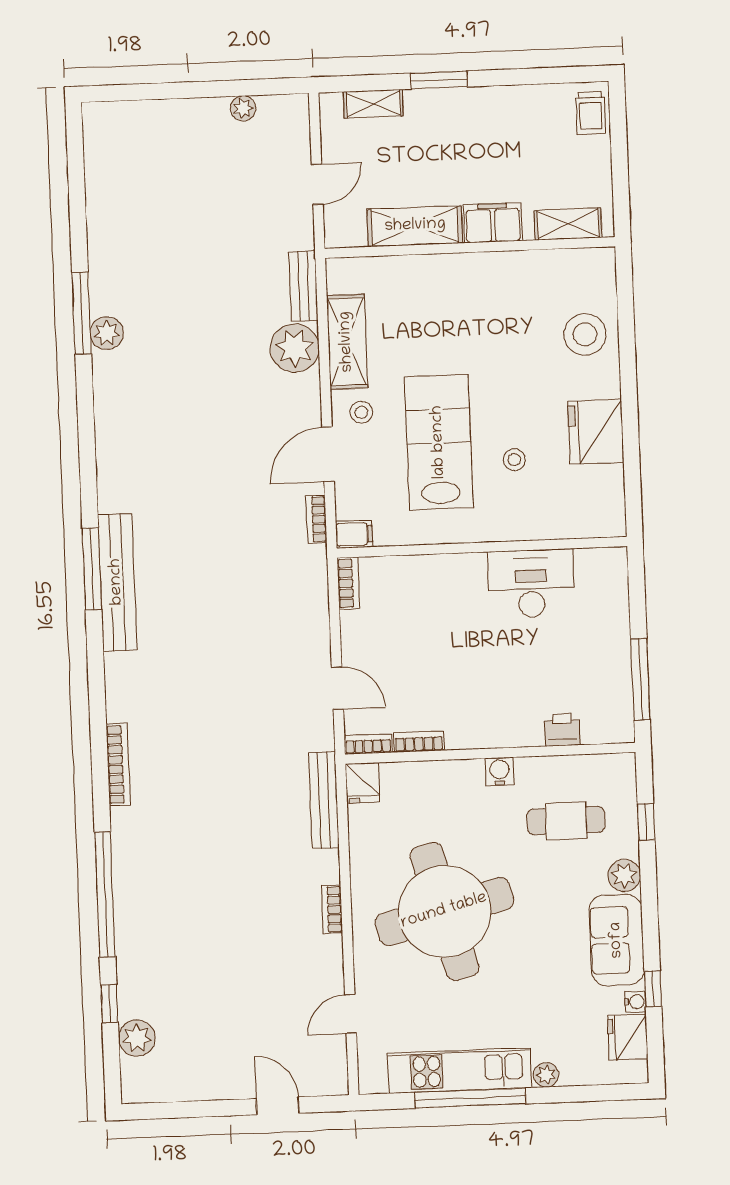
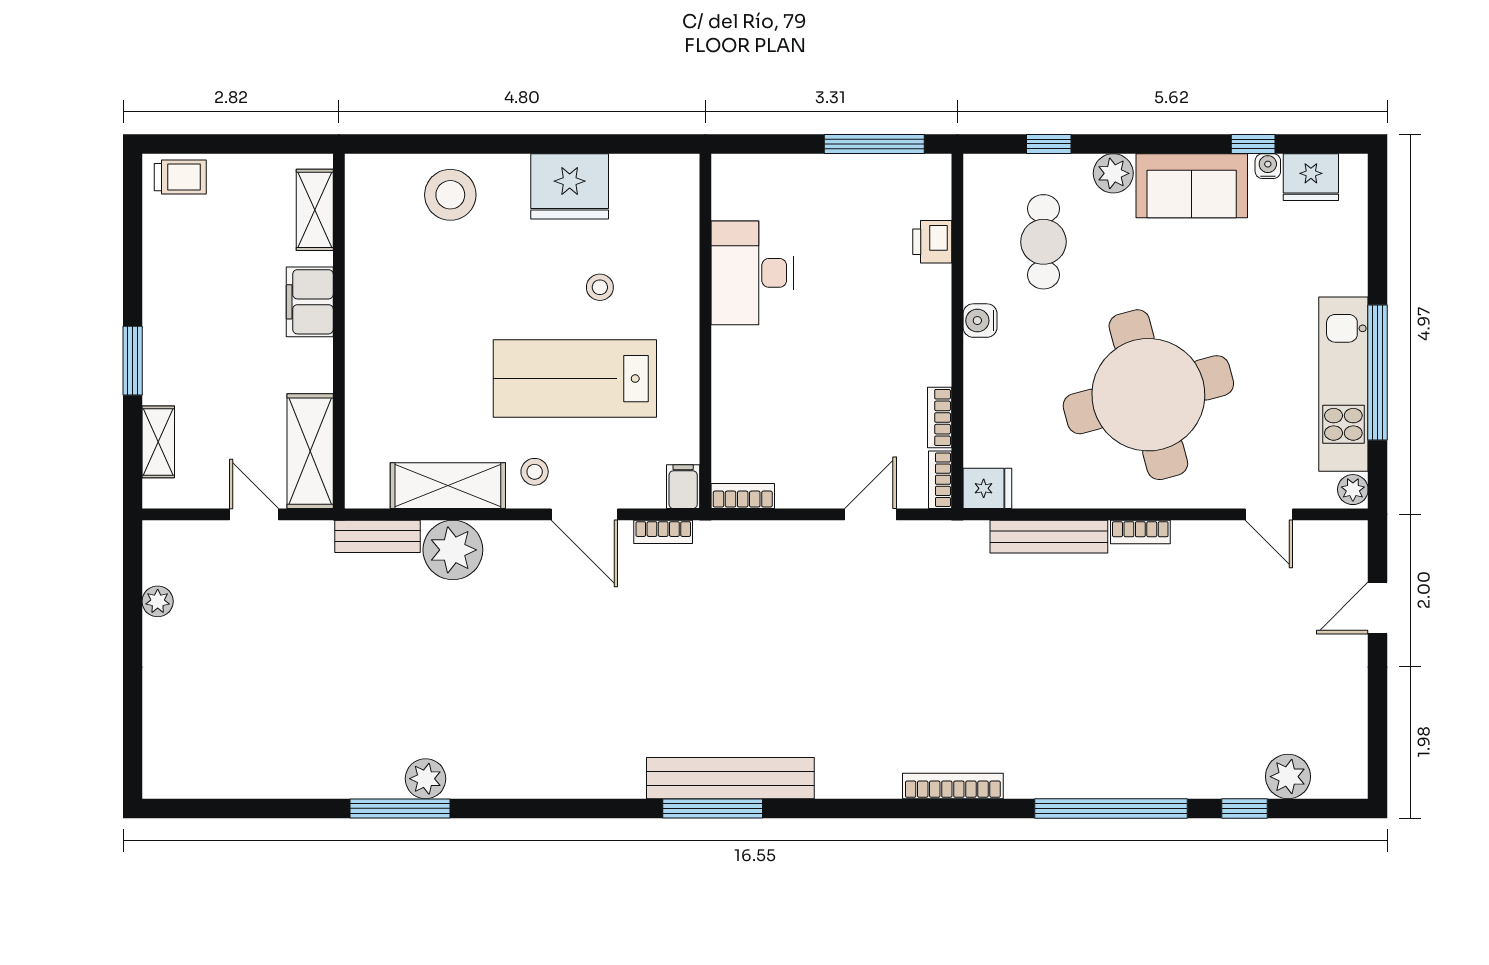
shelving: (415, 226) -> (310, 451), moved
bench: (324, 800) -> (1049, 537), moved
plant: (546, 1075) -> (1353, 490), moved

